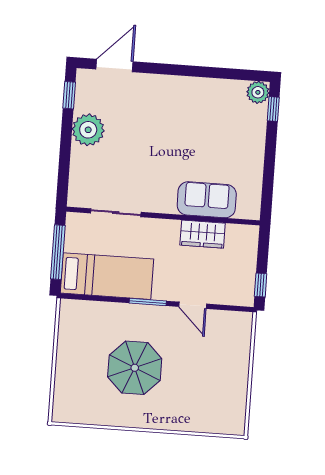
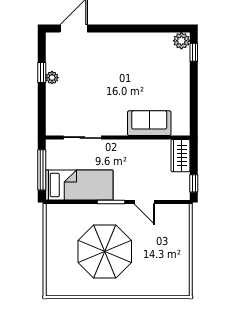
window: (69, 95) -> (42, 73), moved
plant: (88, 130) -> (52, 78), width x0.53, depth x0.53
wardrobe: (203, 234) -> (180, 156), moved, turned 90
parasol: (135, 368) -> (105, 252), width x1.36, depth x1.36

